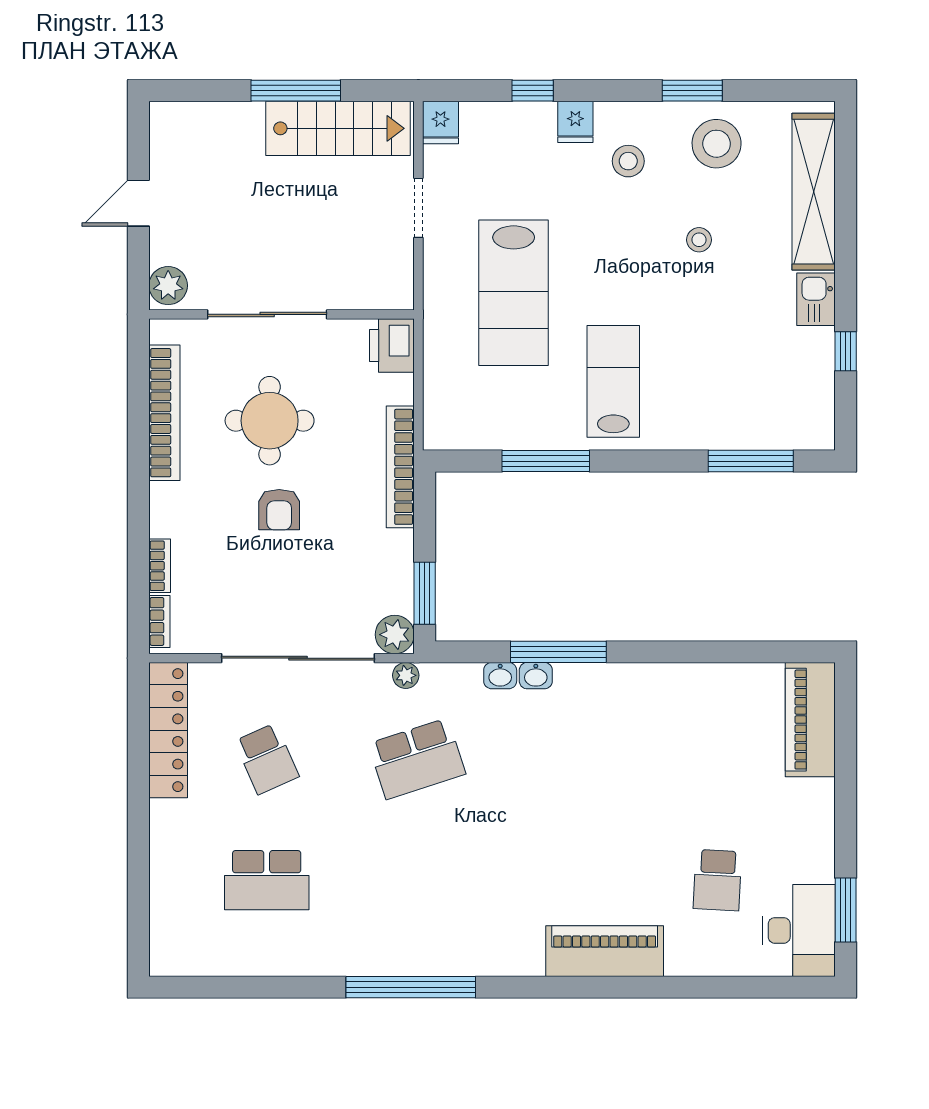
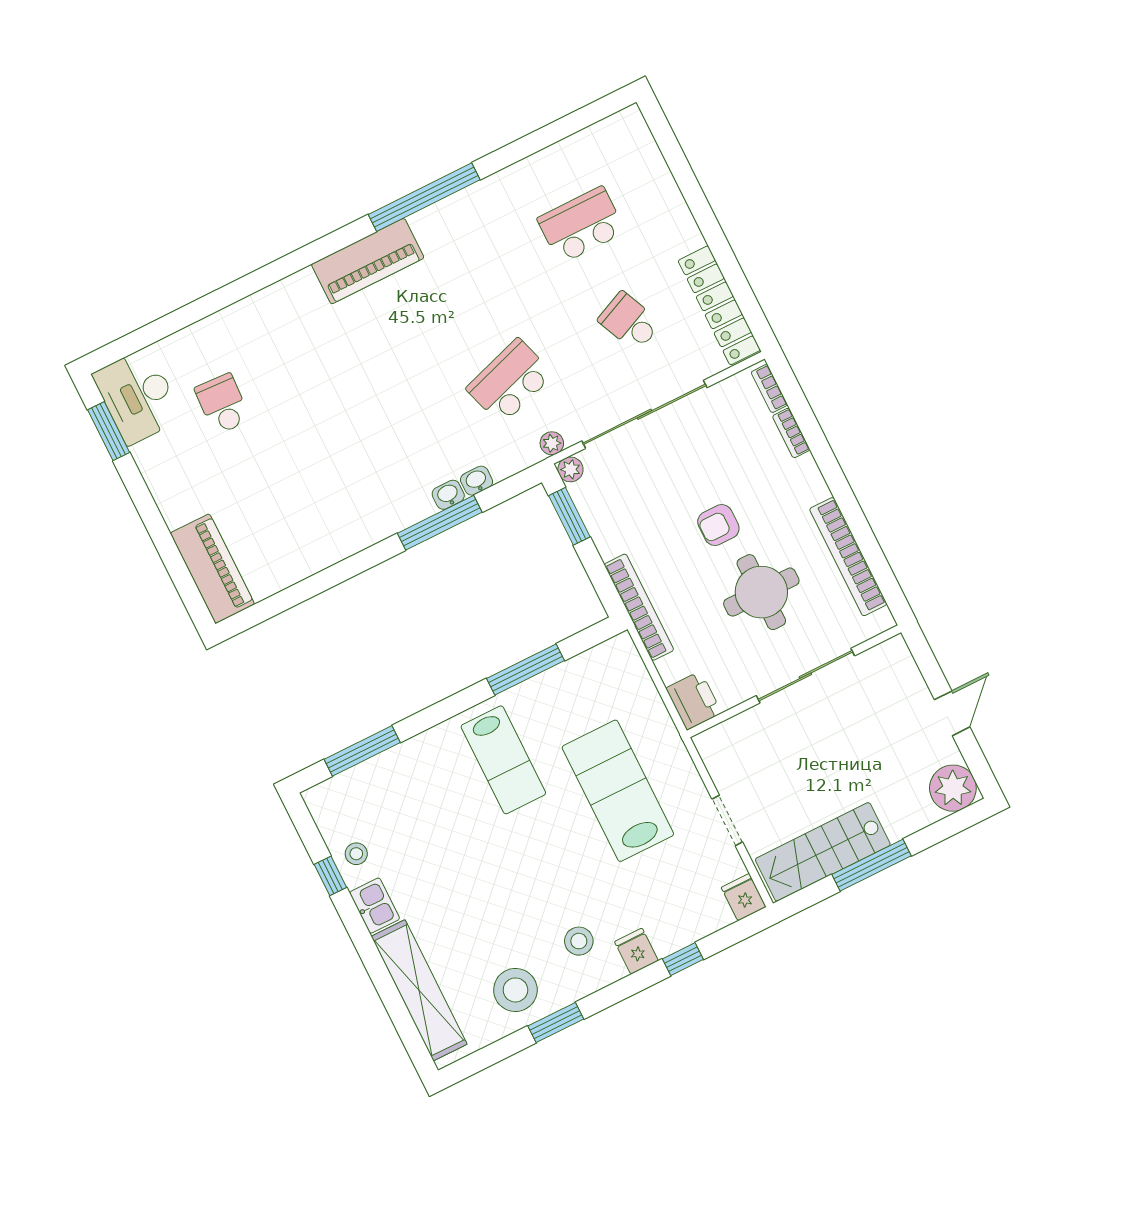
stool: (699, 240) -> (356, 854), moved
plant: (168, 286) -> (953, 788), moved, width x1.36, depth x1.36
armchair: (279, 510) -> (718, 525), turned -90
plant: (395, 635) -> (570, 469), width x0.73, depth x0.73
piano: (605, 951) -> (368, 261), moved

